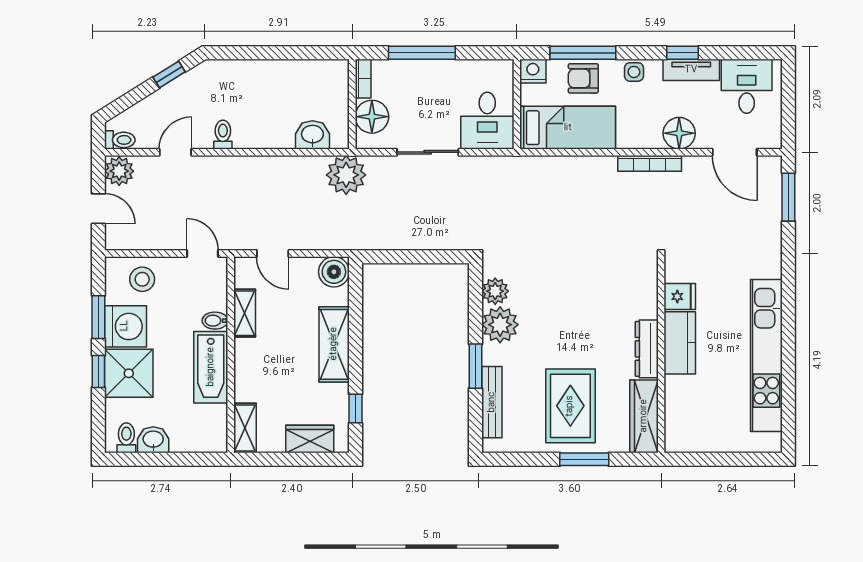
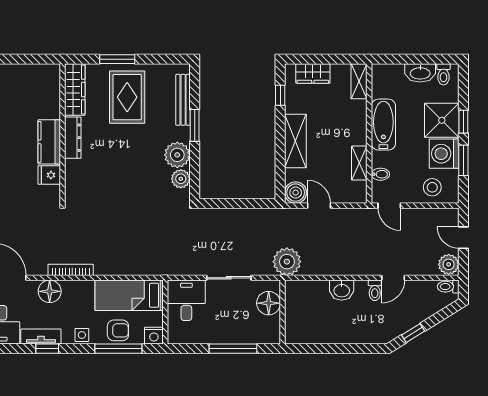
bookcase: (363, 79) -> (275, 330), removed
washbasin: (312, 135) -> (342, 290), moved
door: (175, 152) -> (393, 278), moved
door: (273, 253) -> (319, 206), moved
bidet: (215, 321) -> (380, 174), moved
washbasin: (153, 440) -> (420, 73), width x1.38

